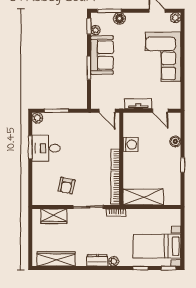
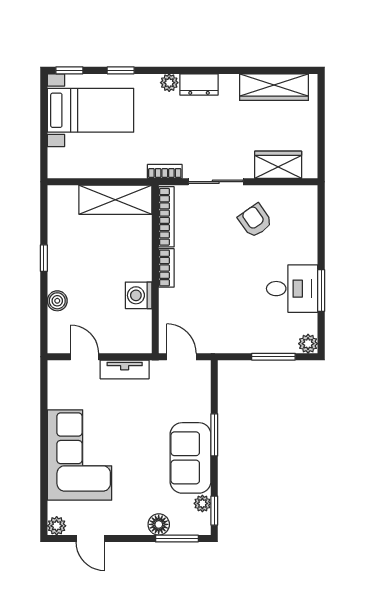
armchair: (66, 186) -> (255, 221), turned -47

